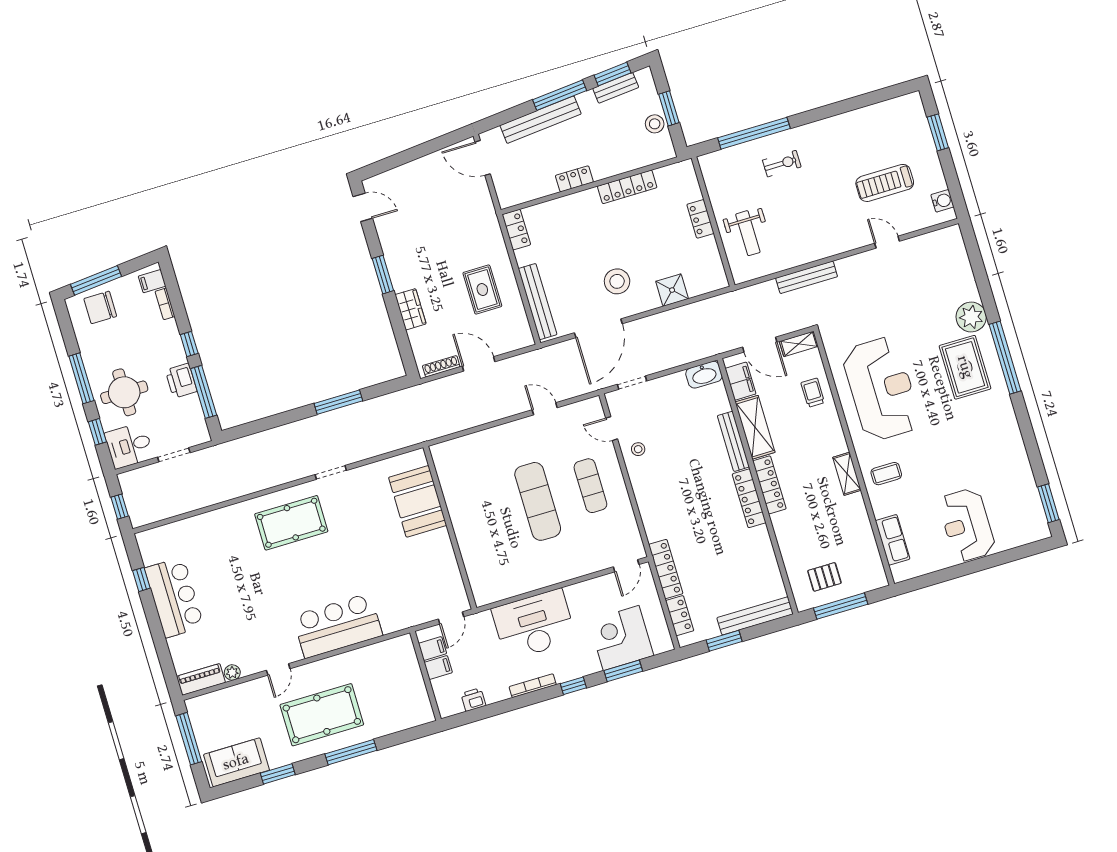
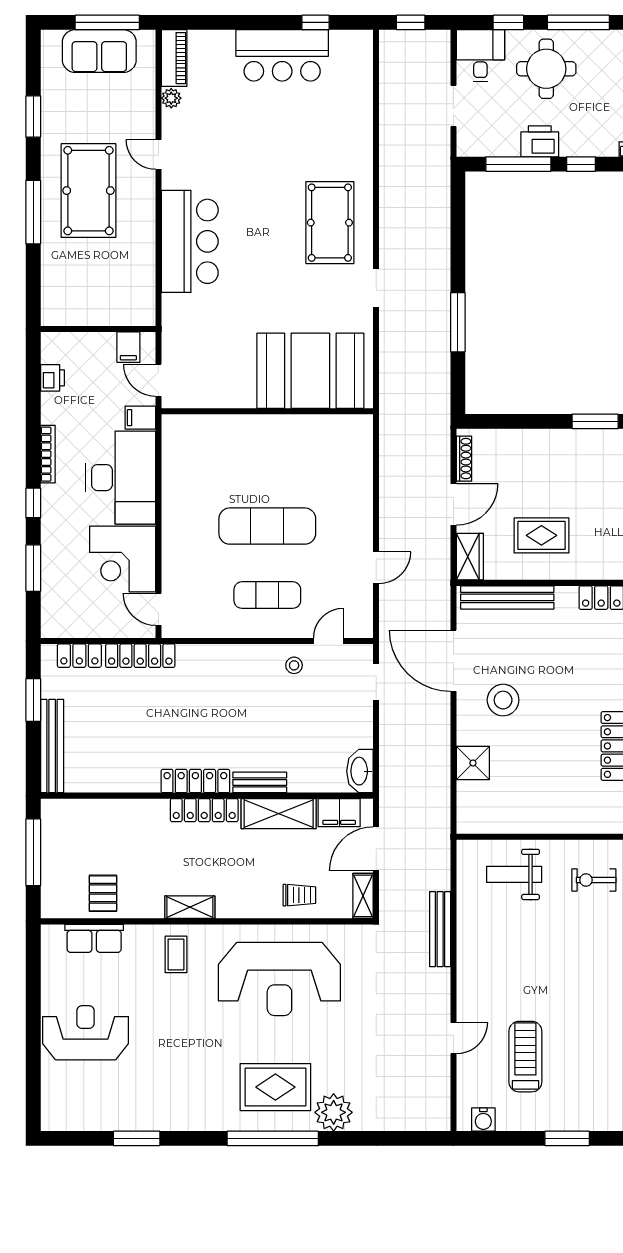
exercise bike: (782, 164) -> (594, 880), moved, turned 90
locker: (700, 219) -> (548, 823), removed
wardrobe: (411, 309) -> (470, 557), moved, turned -90
bench: (733, 441) -> (260, 782), width x0.73
booth: (418, 501) -> (310, 371), width x1.36, depth x1.42
window: (1048, 503) -> (137, 1138), moved
pallet: (824, 577) -> (103, 893), moved
corner desk: (621, 638) -> (123, 559), moved, turned 180
filing cabinet: (438, 667) -> (140, 418), moved, turned 90
sofa: (236, 762) -> (99, 51), moved, turned 90

